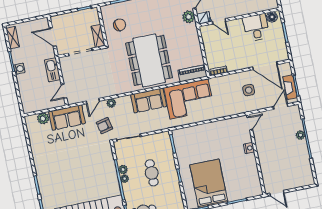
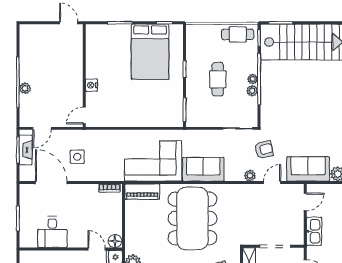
floor lamp: (272, 17) -> (115, 241), moved

